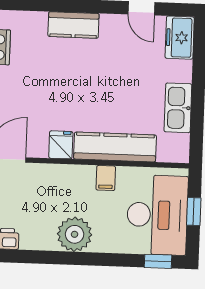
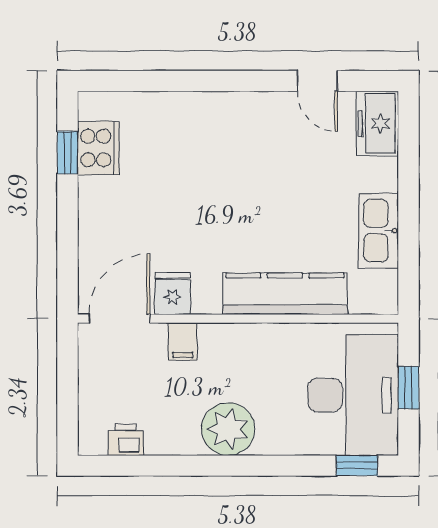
kitchen counter: (73, 25) -> (215, 110), removed
fridge: (61, 145) -> (172, 294), moved
filing cabinet: (106, 178) -> (183, 342), moved

